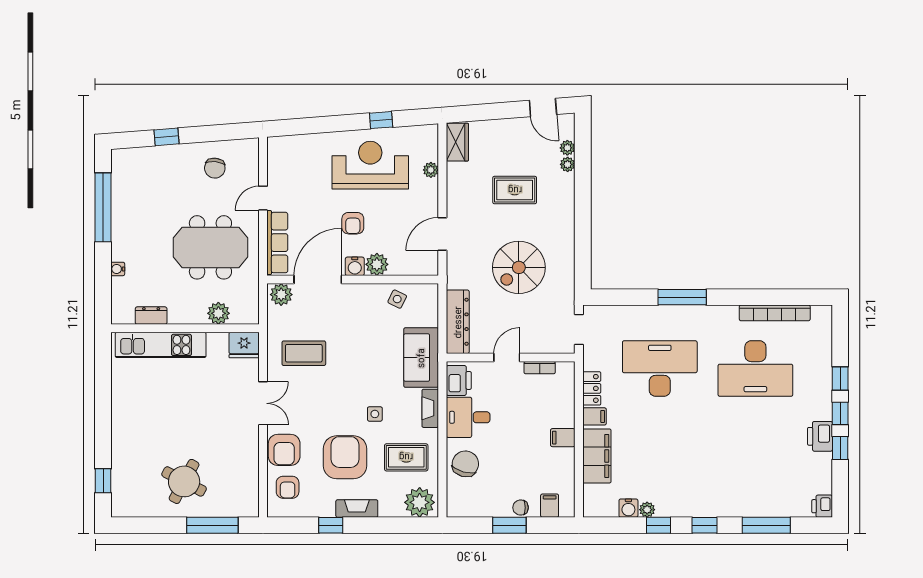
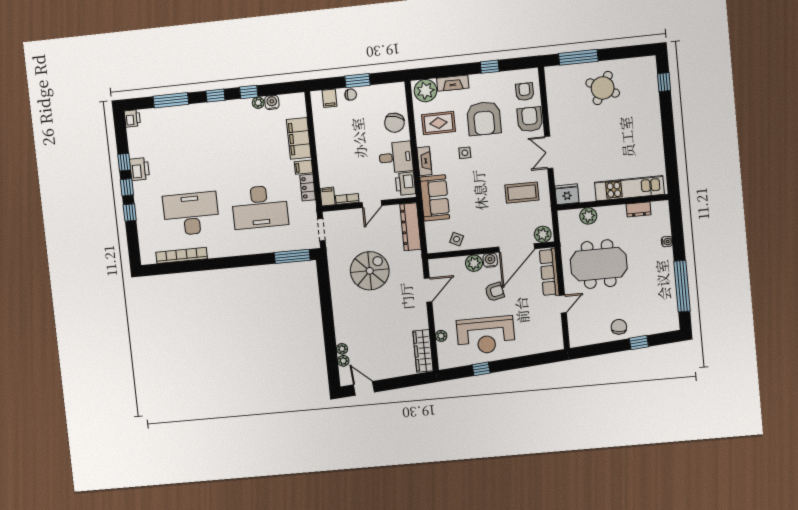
wardrobe: (457, 142) -> (423, 351), width x1.50
chair: (215, 168) -> (619, 327), moved
rug: (515, 190) -> (378, 327), removed
armchair: (353, 223) -> (495, 292), turned 78
window: (682, 297) -> (292, 256), moved
filing cabinet: (563, 438) -> (328, 197), moved, turned -90
fireplace: (357, 509) -> (453, 83), moved

